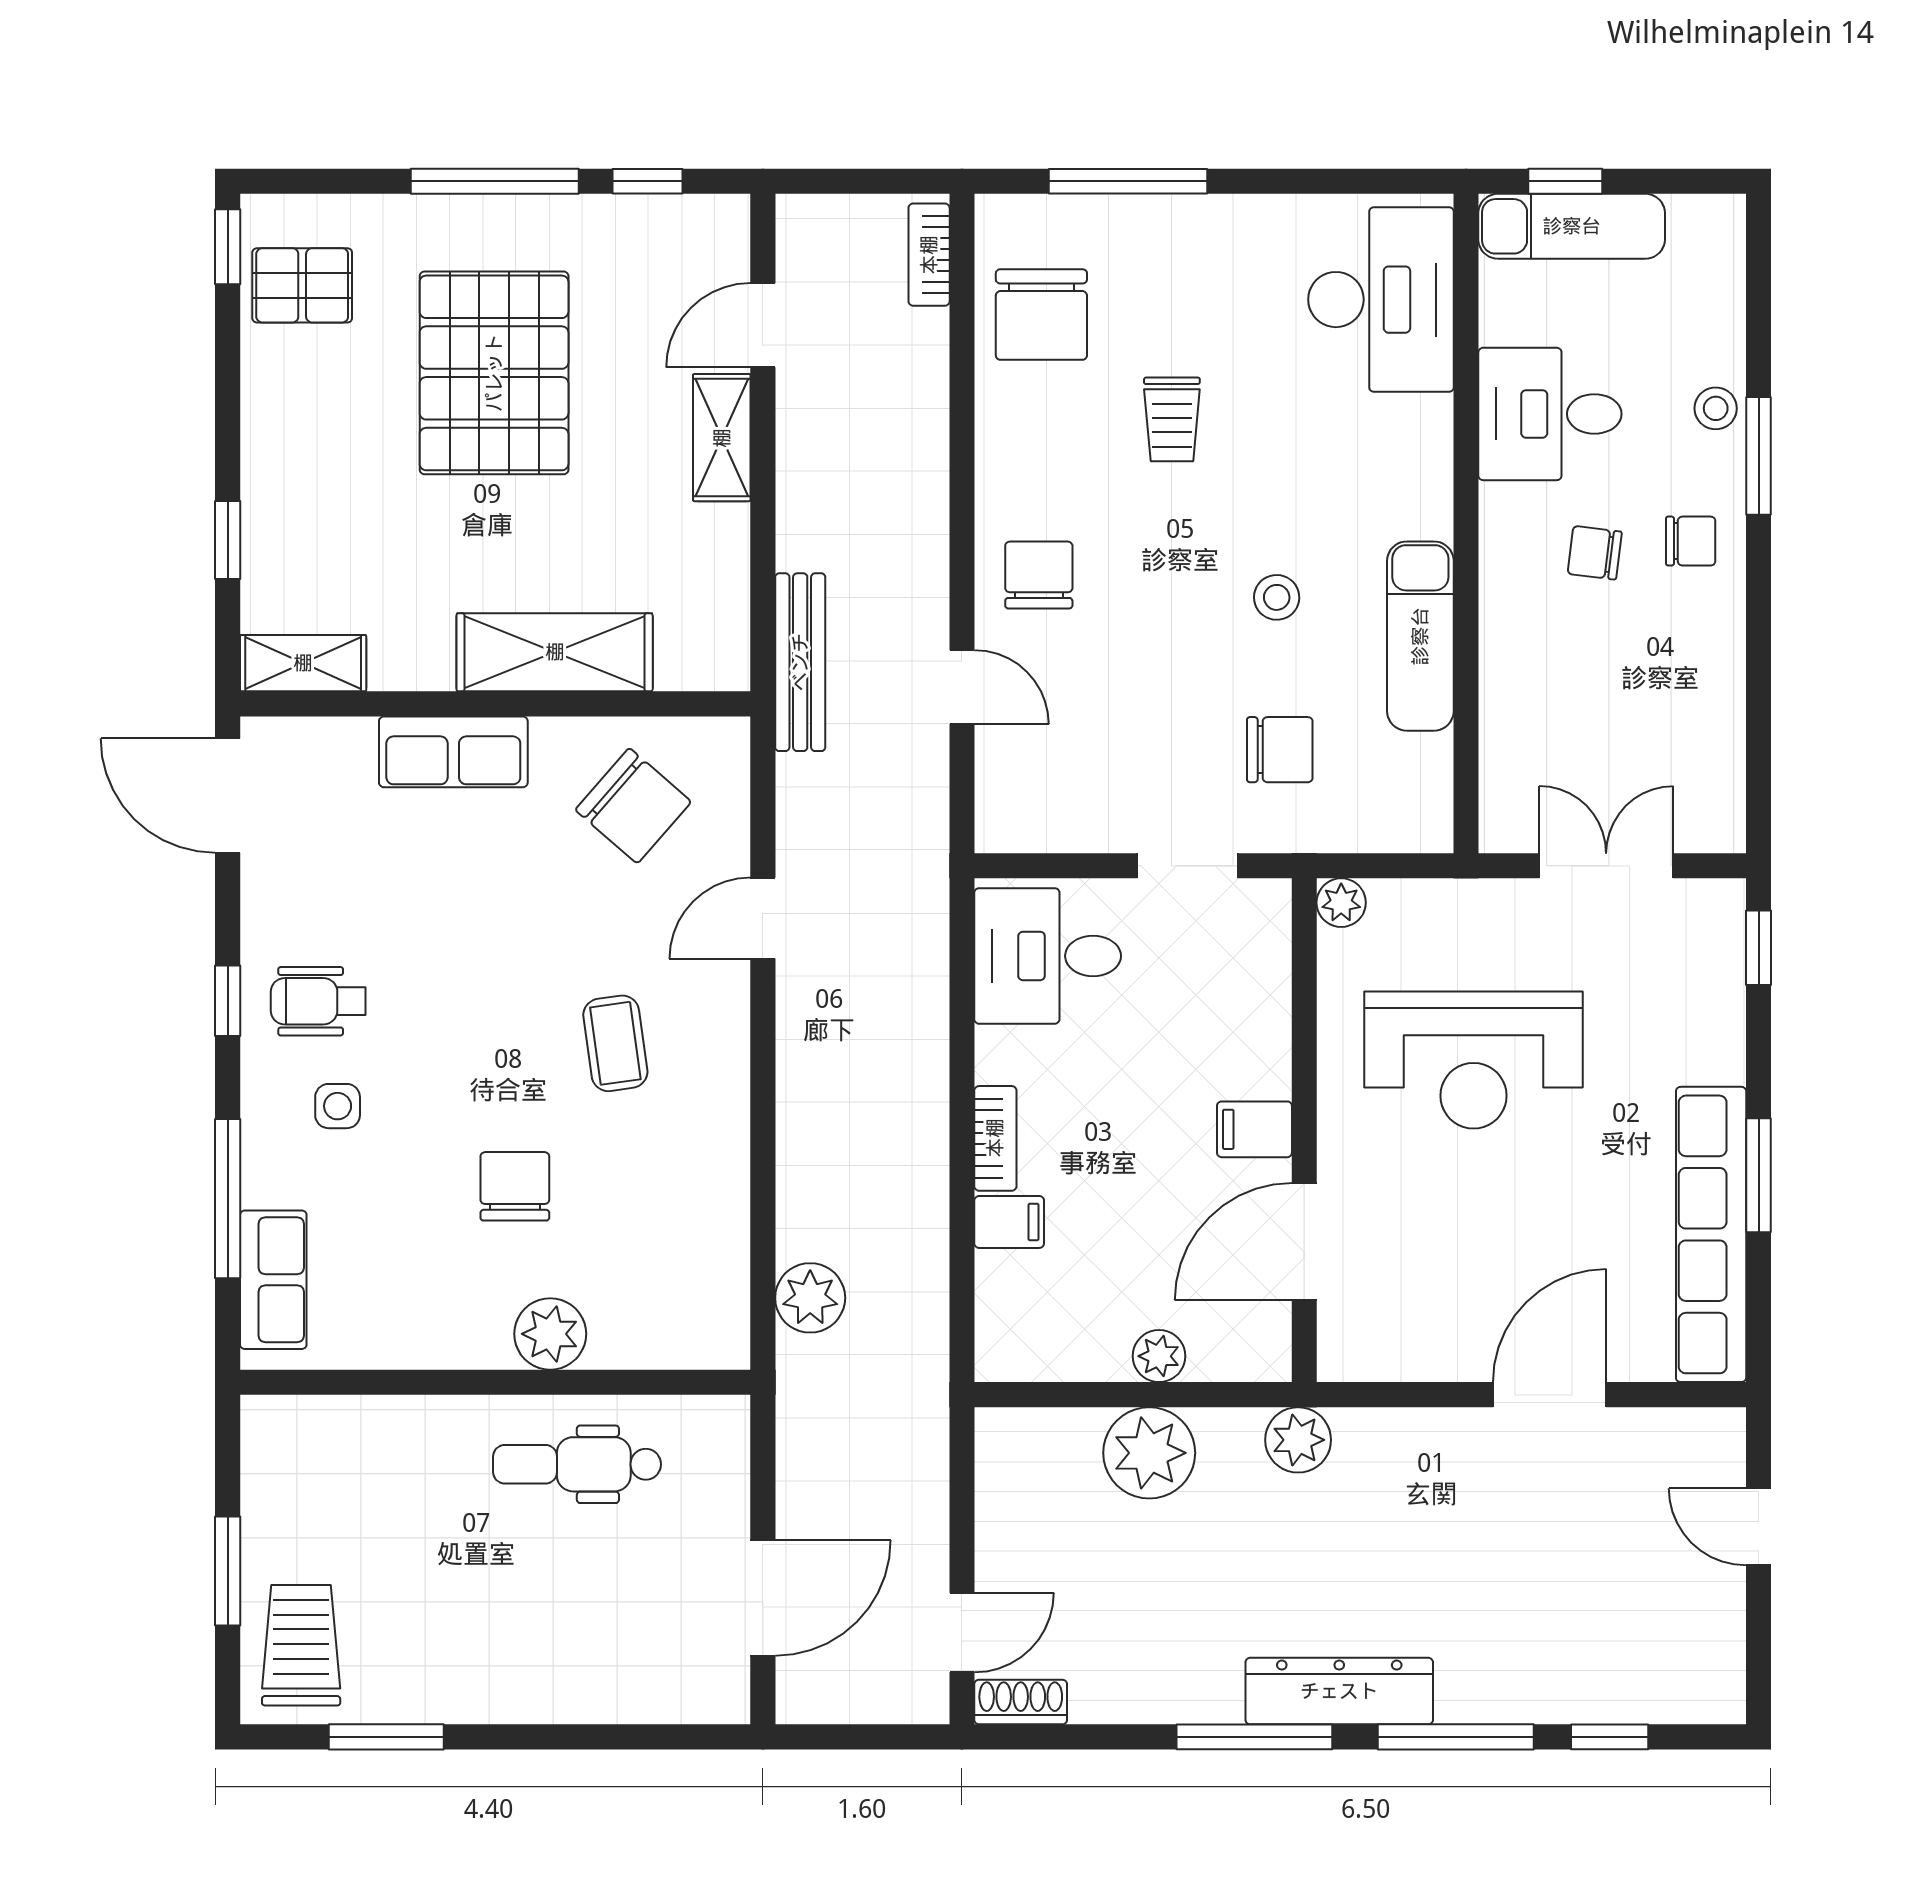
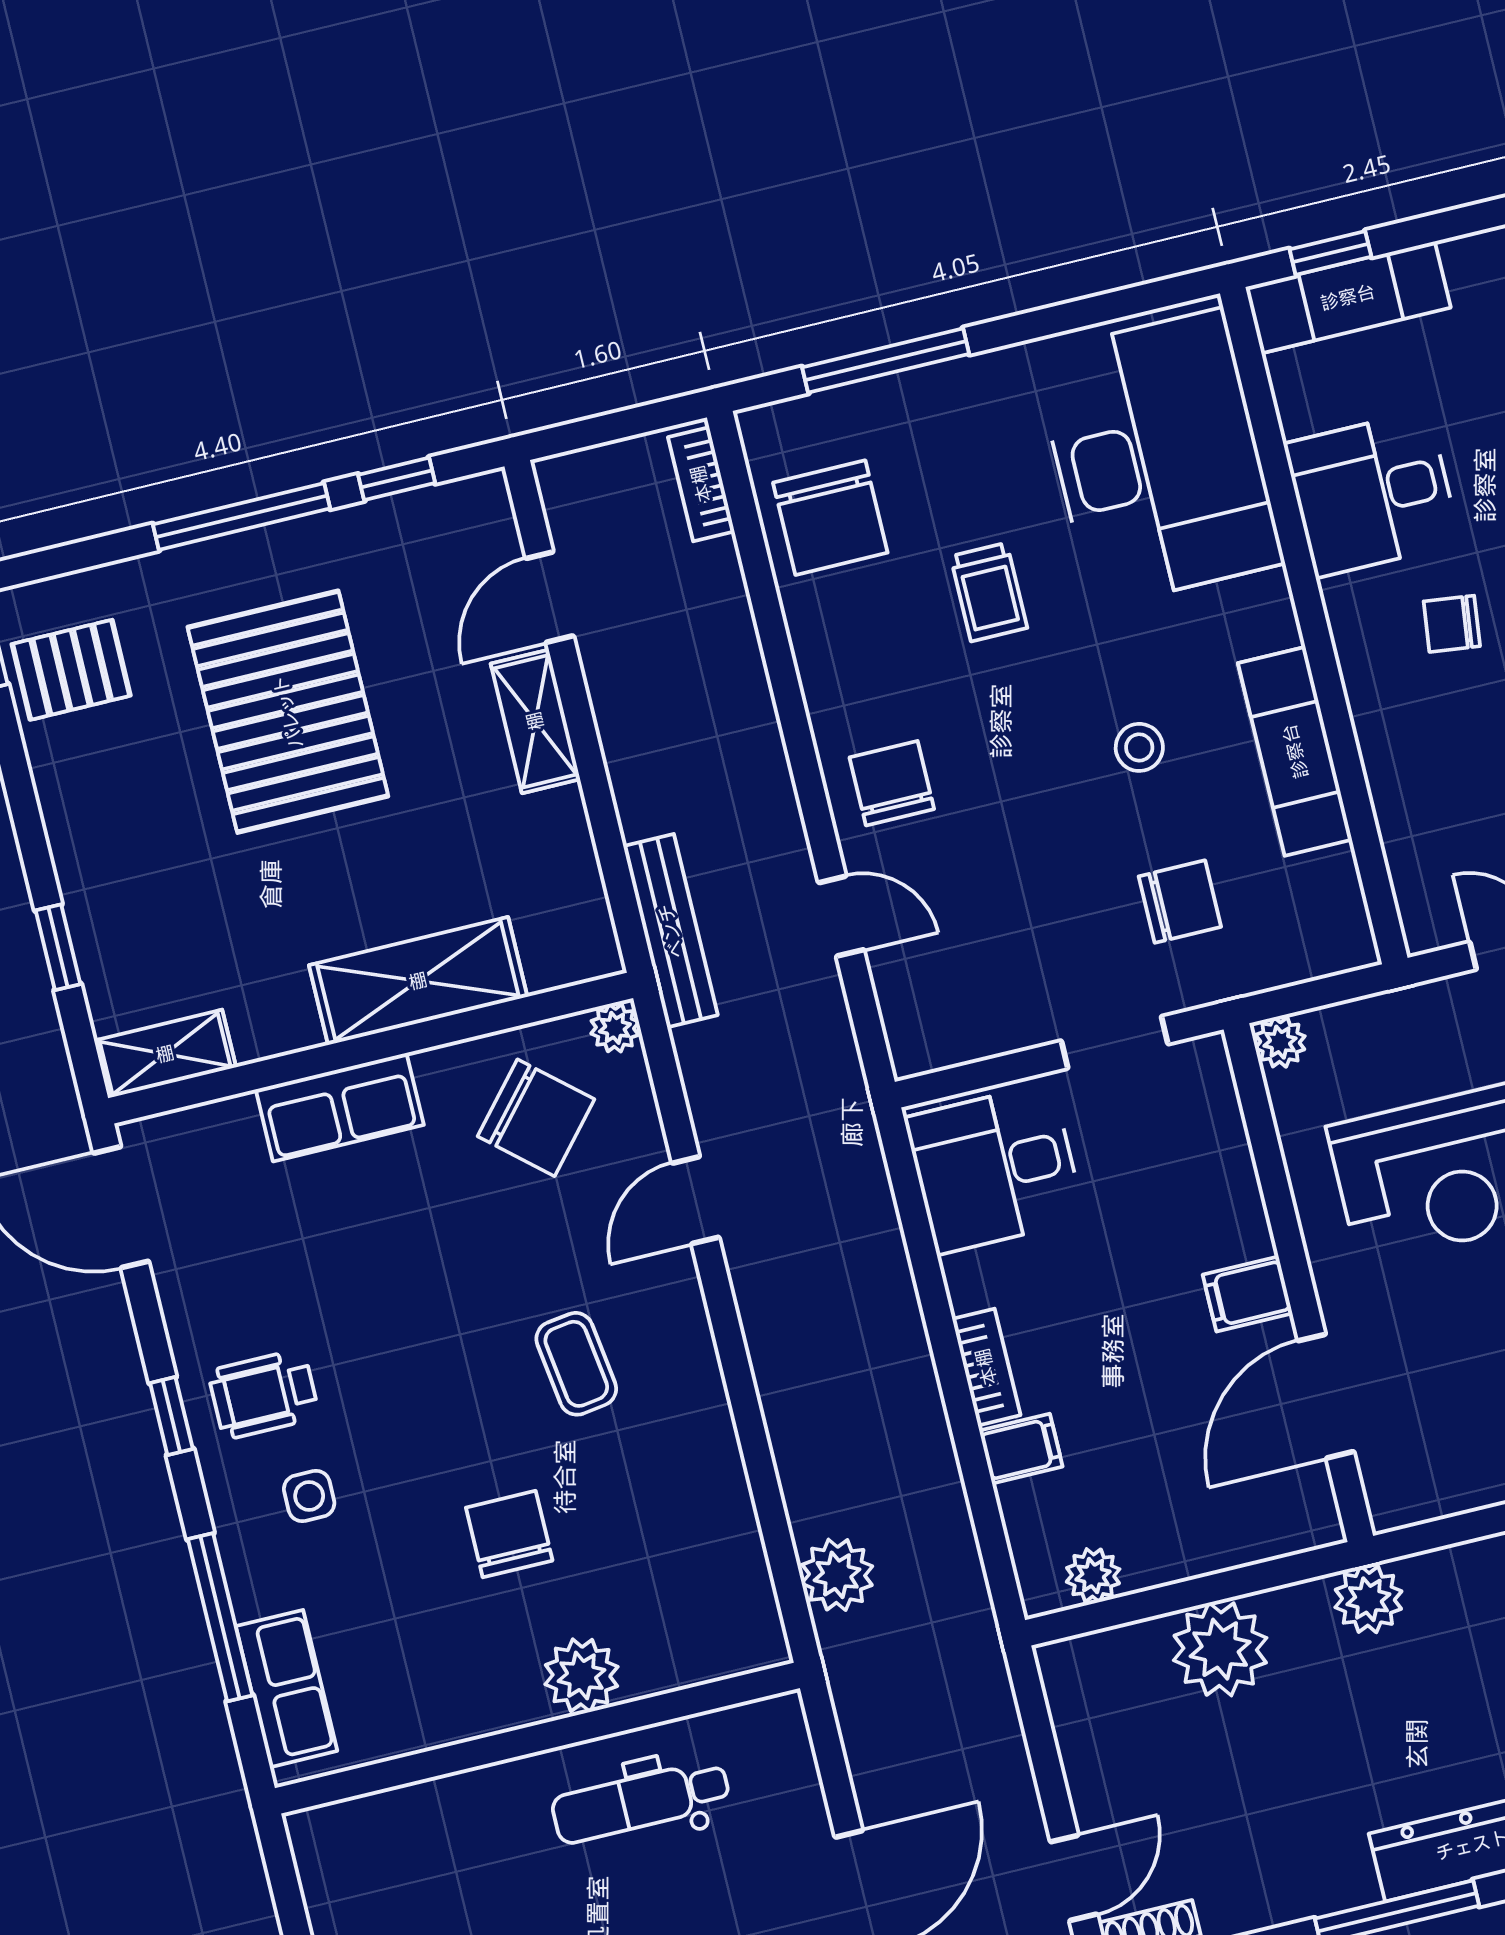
desk: (1381, 300) -> (1158, 458), width x1.36, depth x1.30
plant: (727, 740) -> (615, 1028), added
plant: (1159, 1356) -> (1093, 1576), moved

